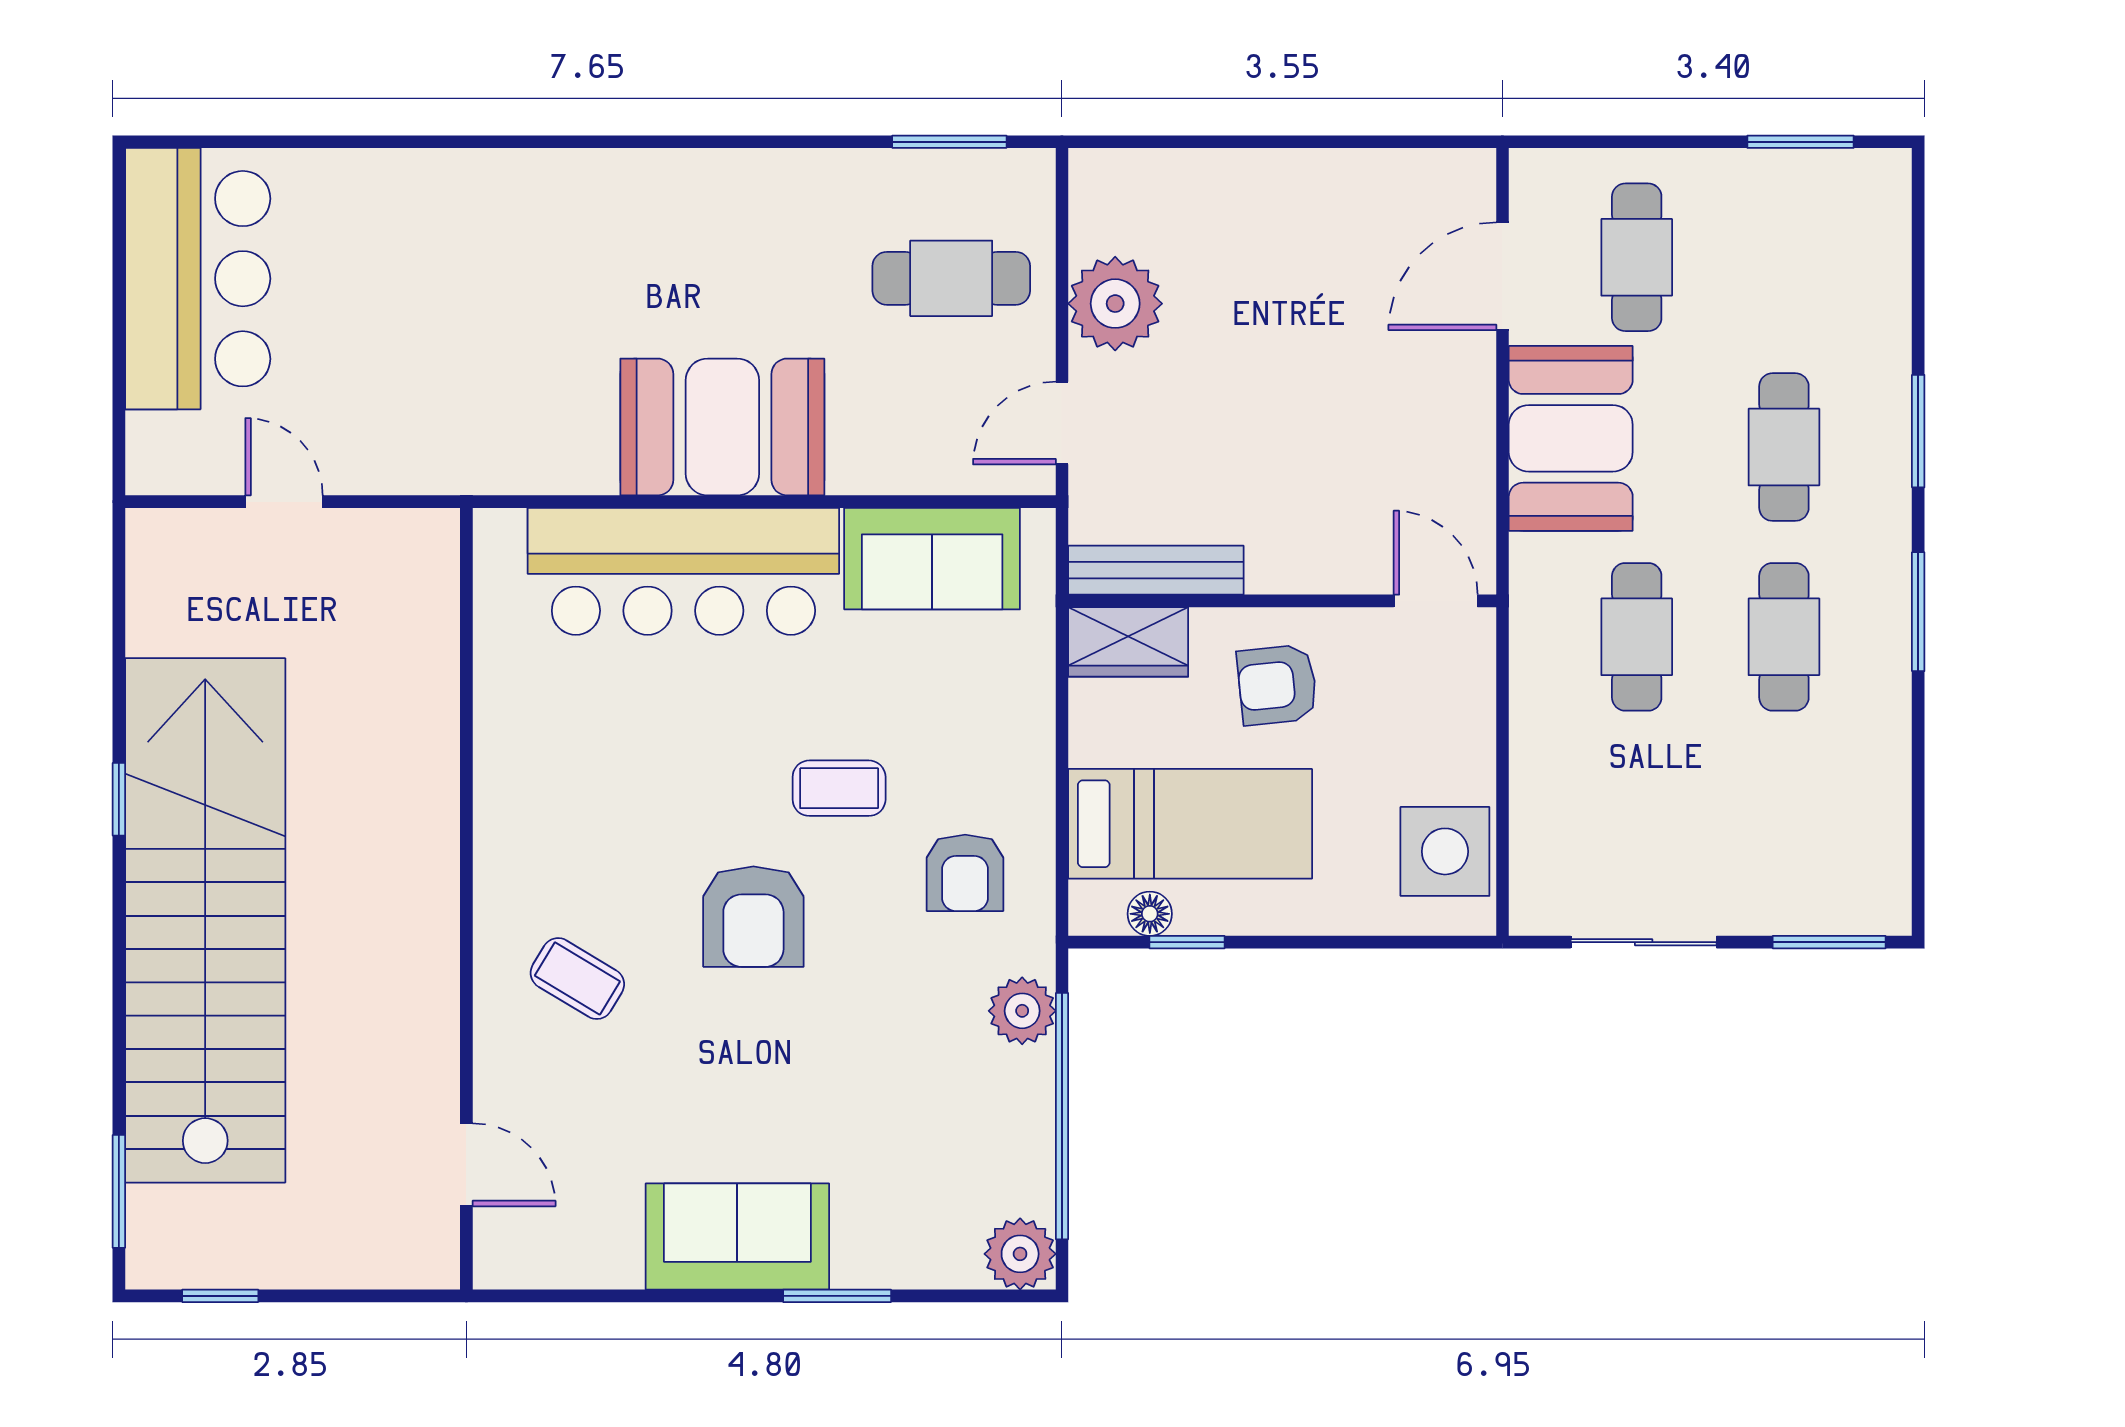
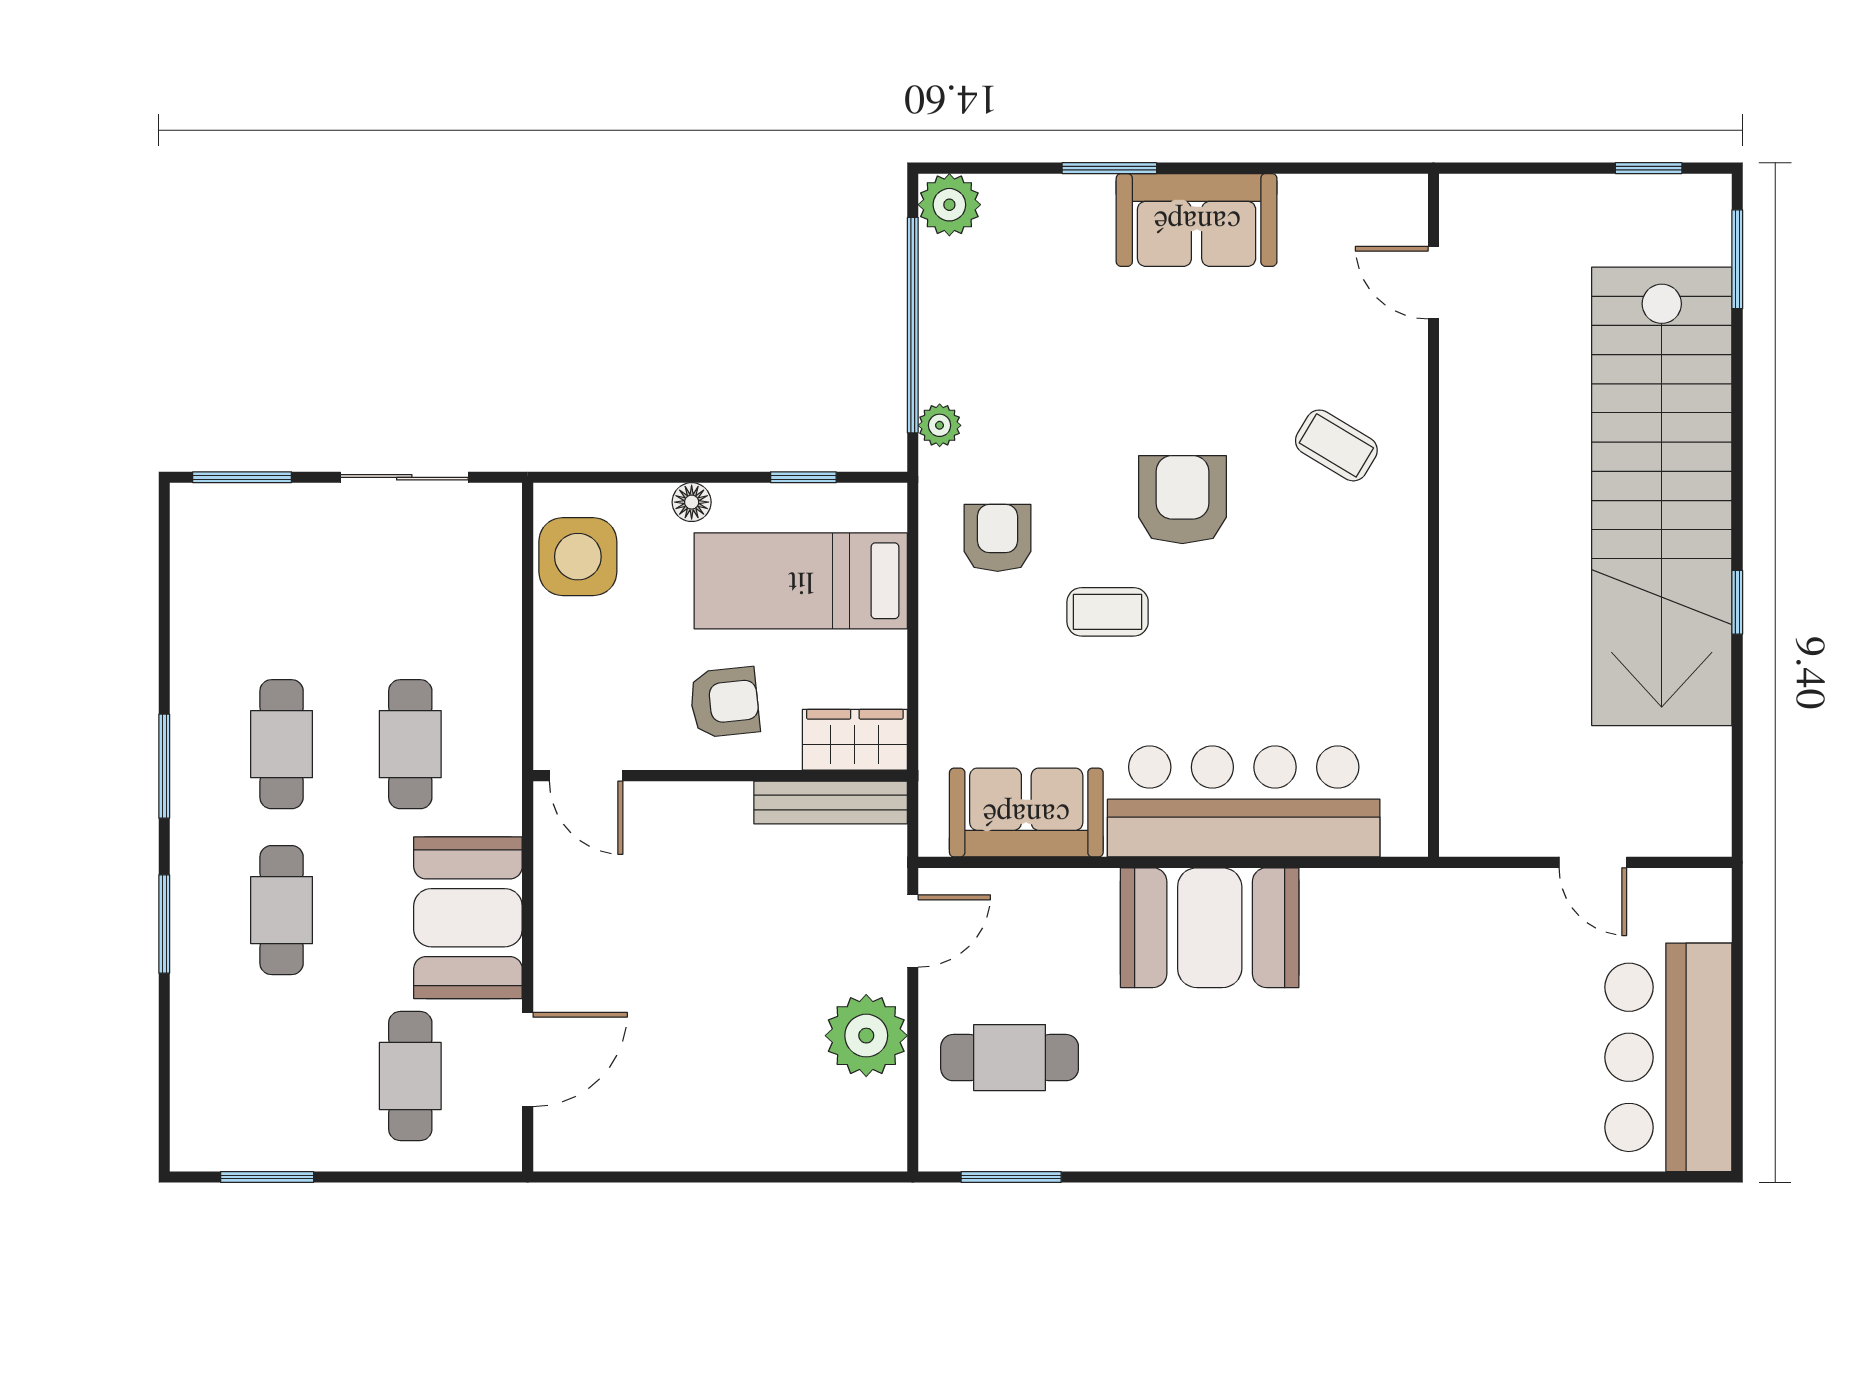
floor lamp: (1150, 914) -> (692, 502), moved
plant: (1022, 1011) -> (940, 425), width x0.73, depth x0.73

